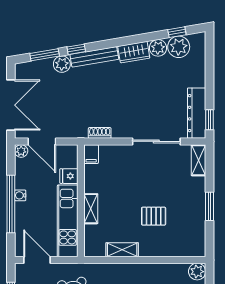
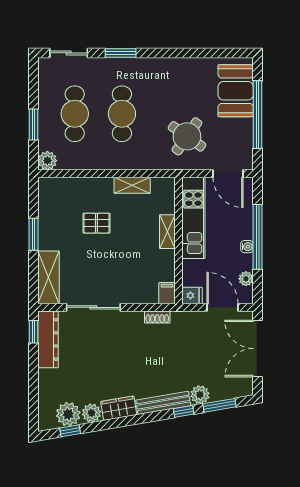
plant: (21, 151) -> (246, 279), moved
shelving: (199, 160) -> (48, 277), width x1.50, depth x1.33
fridge: (69, 176) -> (192, 295), moved

